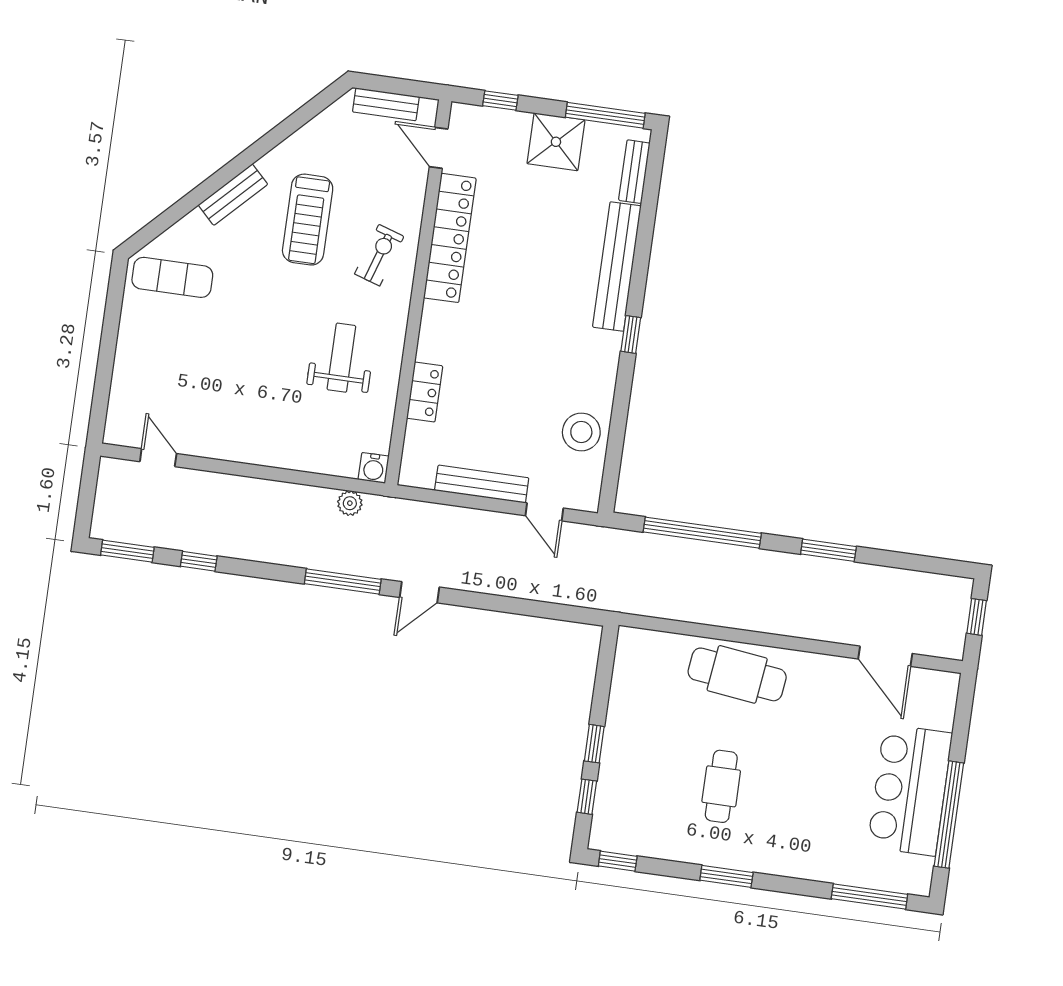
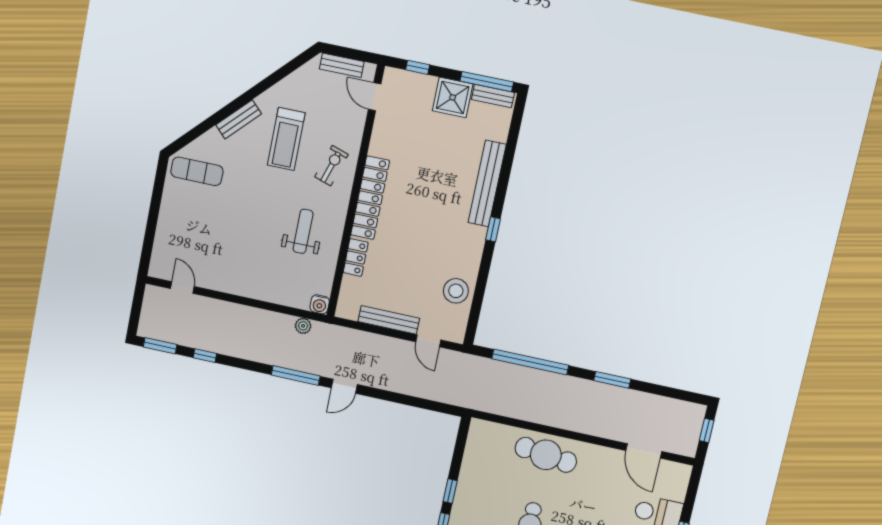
bench: (634, 172) -> (493, 96), moved, turned 90
locker: (450, 238) -> (370, 198), moved

